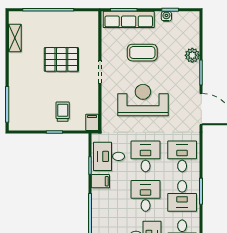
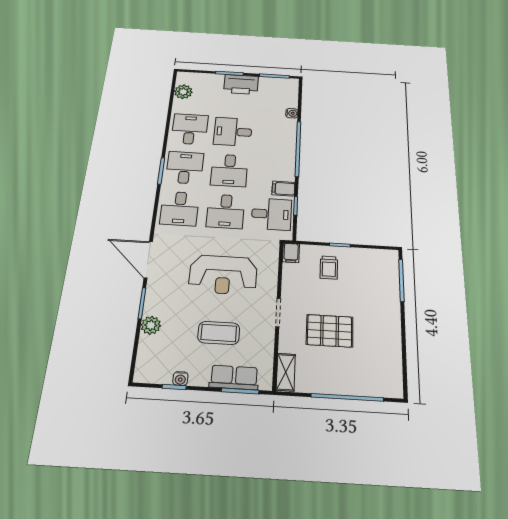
row of seats: (129, 19) -> (234, 377), width x0.68
shelving: (15, 38) -> (286, 372), moved

